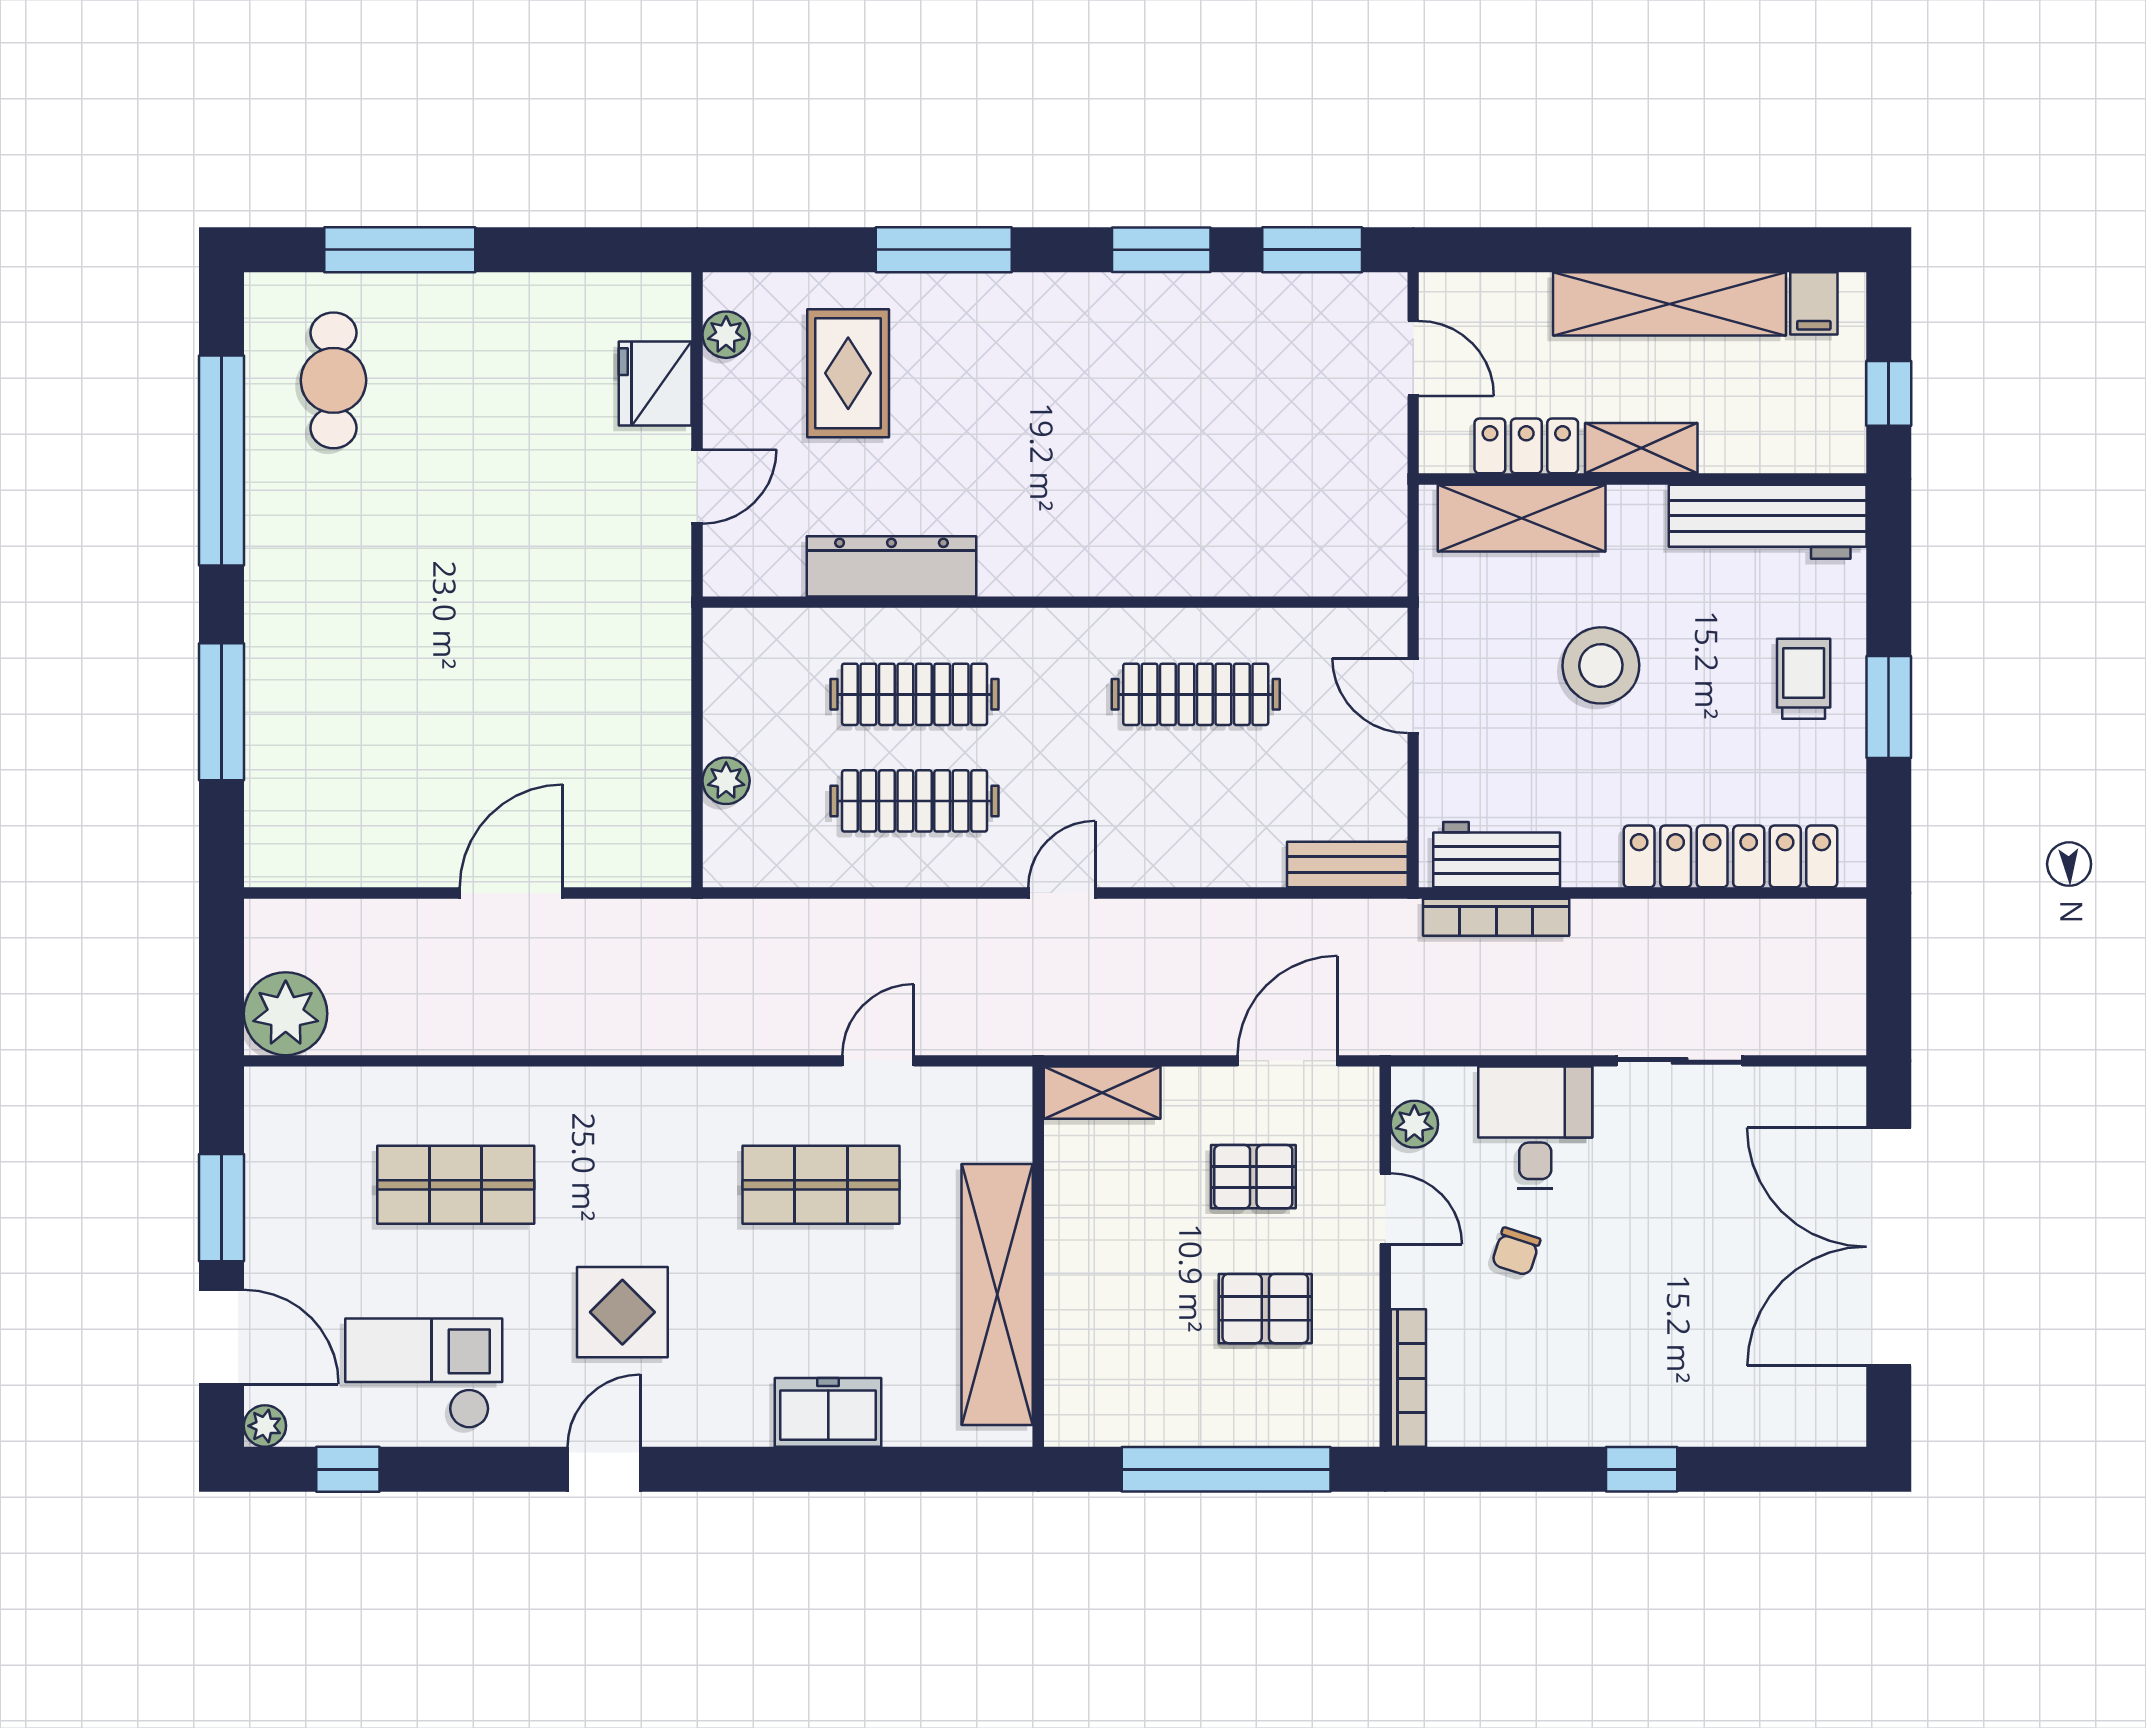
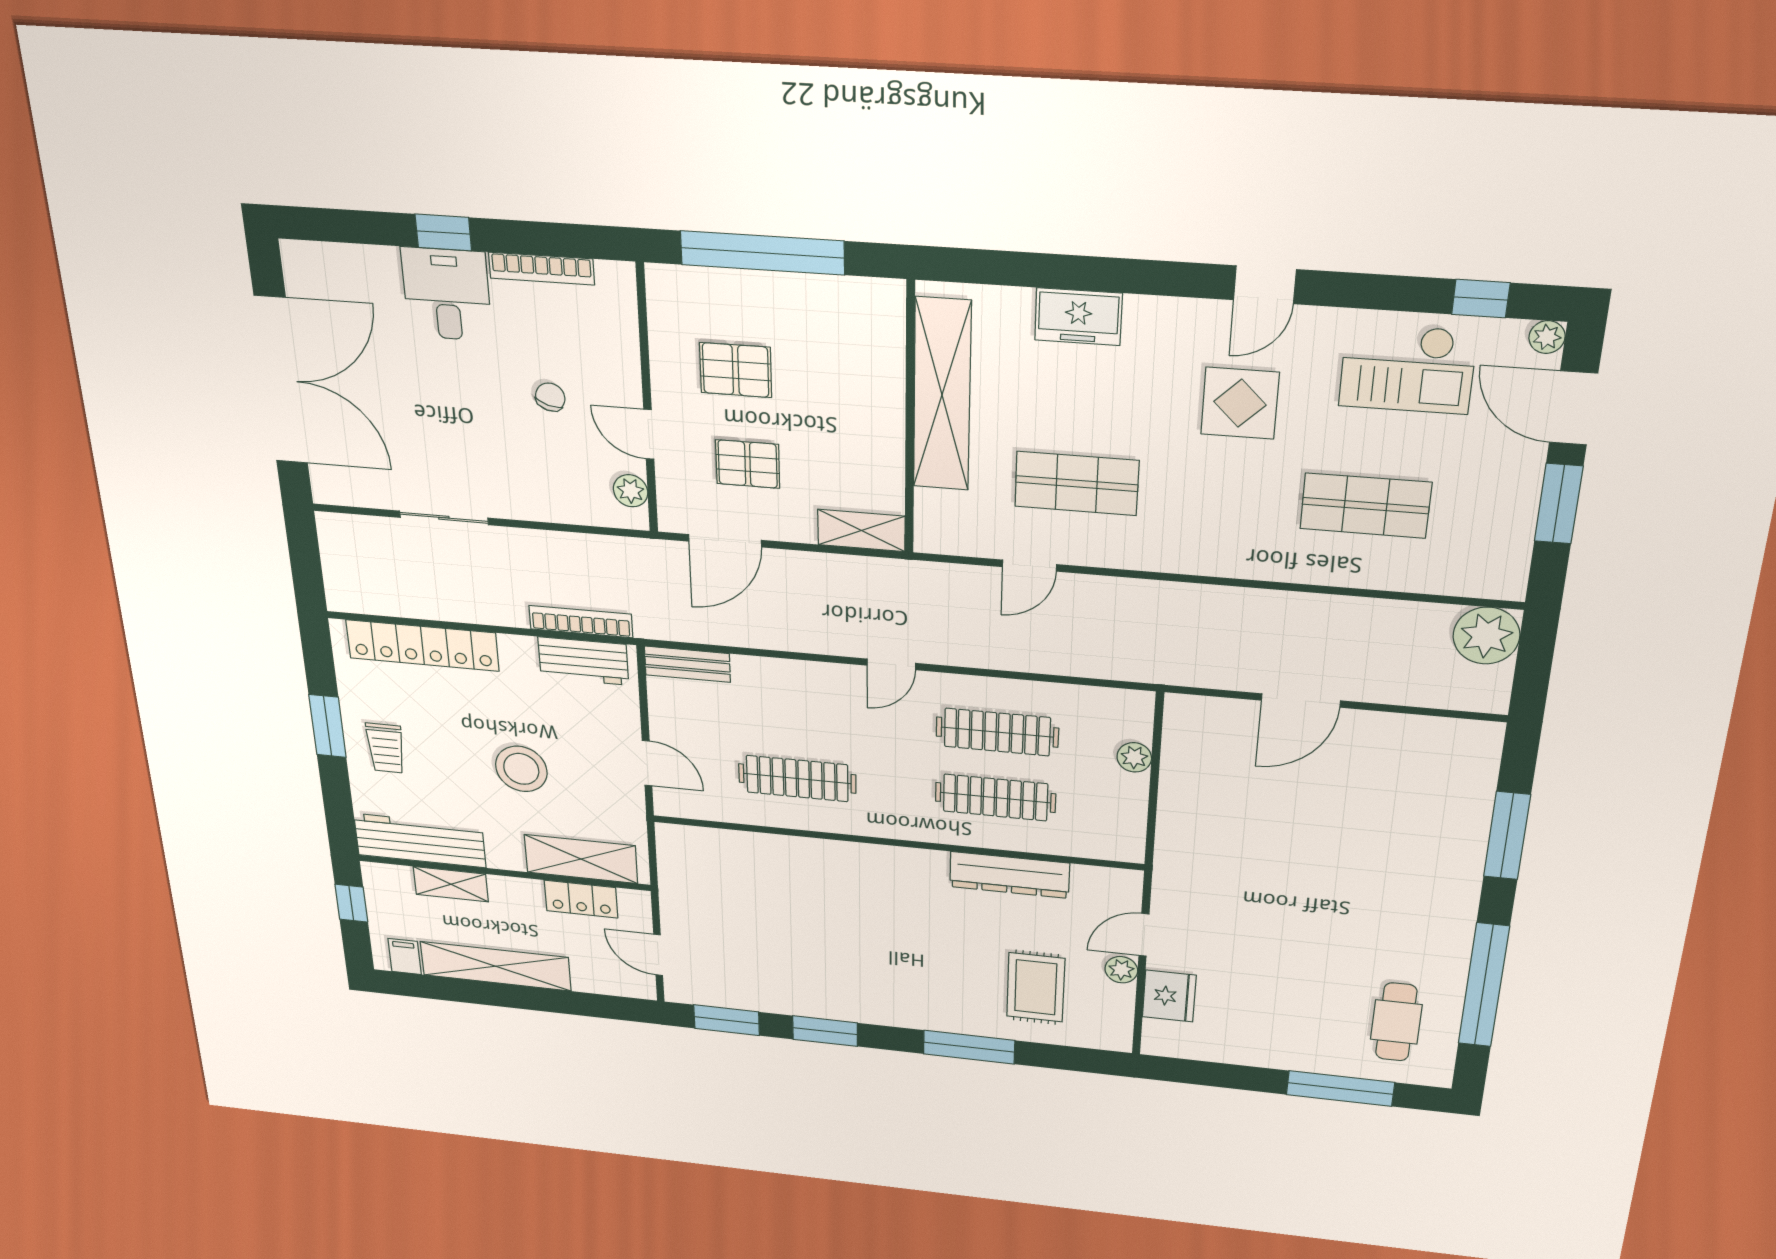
plant: (726, 335) -> (1121, 970), moved
shelving: (1641, 448) -> (451, 884), moved
desk: (1535, 1128) -> (447, 294), moved, turned 180
bookcase: (1408, 1378) -> (542, 269), moved, turned -90

